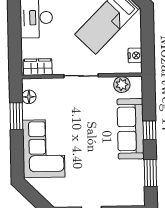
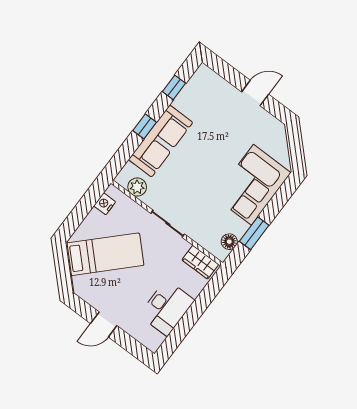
window: (150, 173) -> (174, 87), width x0.67

